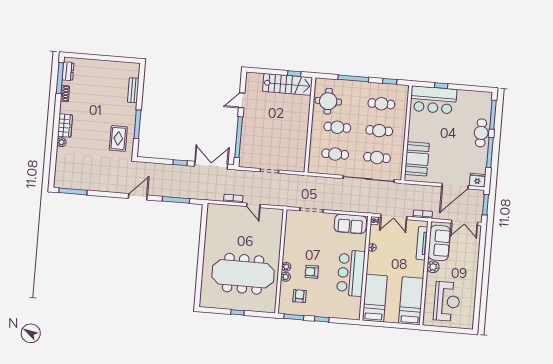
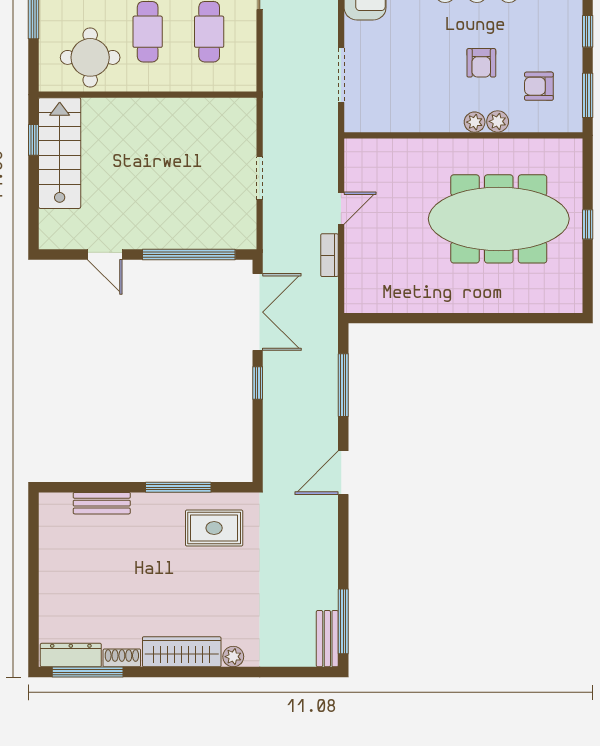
dresser: (68, 71) -> (71, 655), width x1.44
wardrobe: (65, 126) -> (182, 652), width x1.50
double door: (211, 165) -> (258, 312), swing flipped
bench: (66, 184) -> (327, 639), added
door: (138, 197) -> (343, 473), hinge flipped
meeting table: (243, 274) -> (499, 219), turned 90

